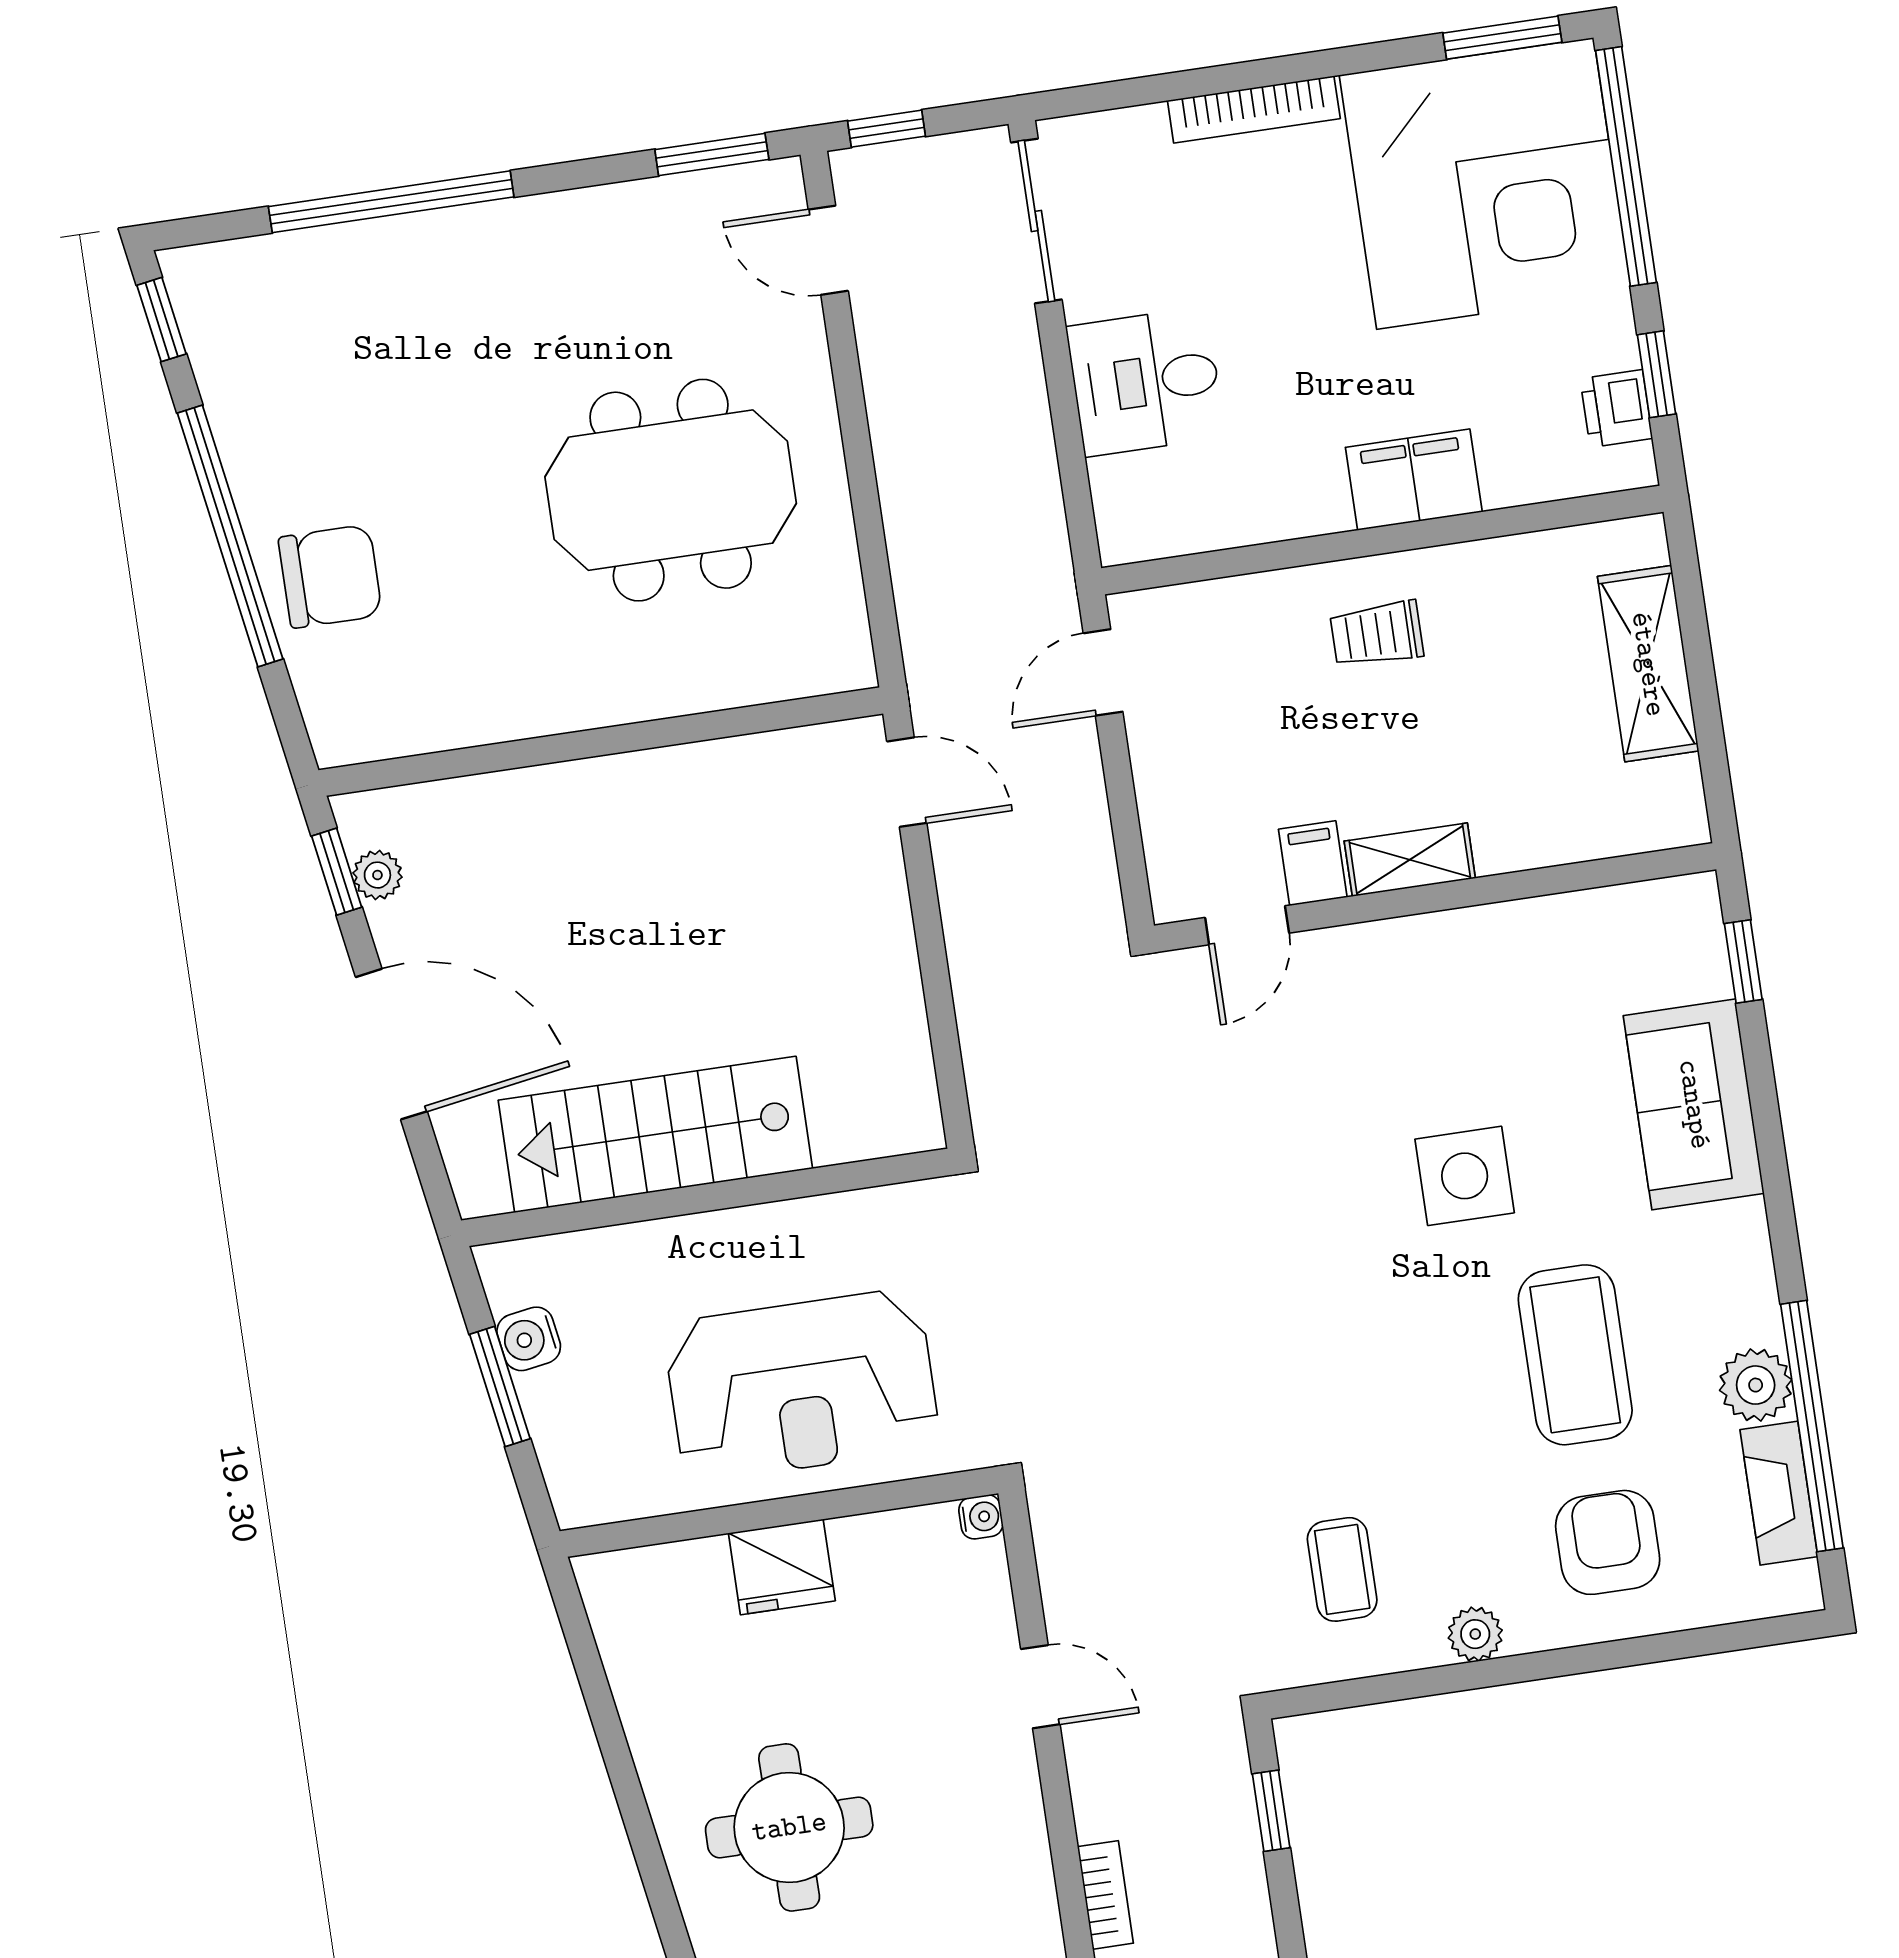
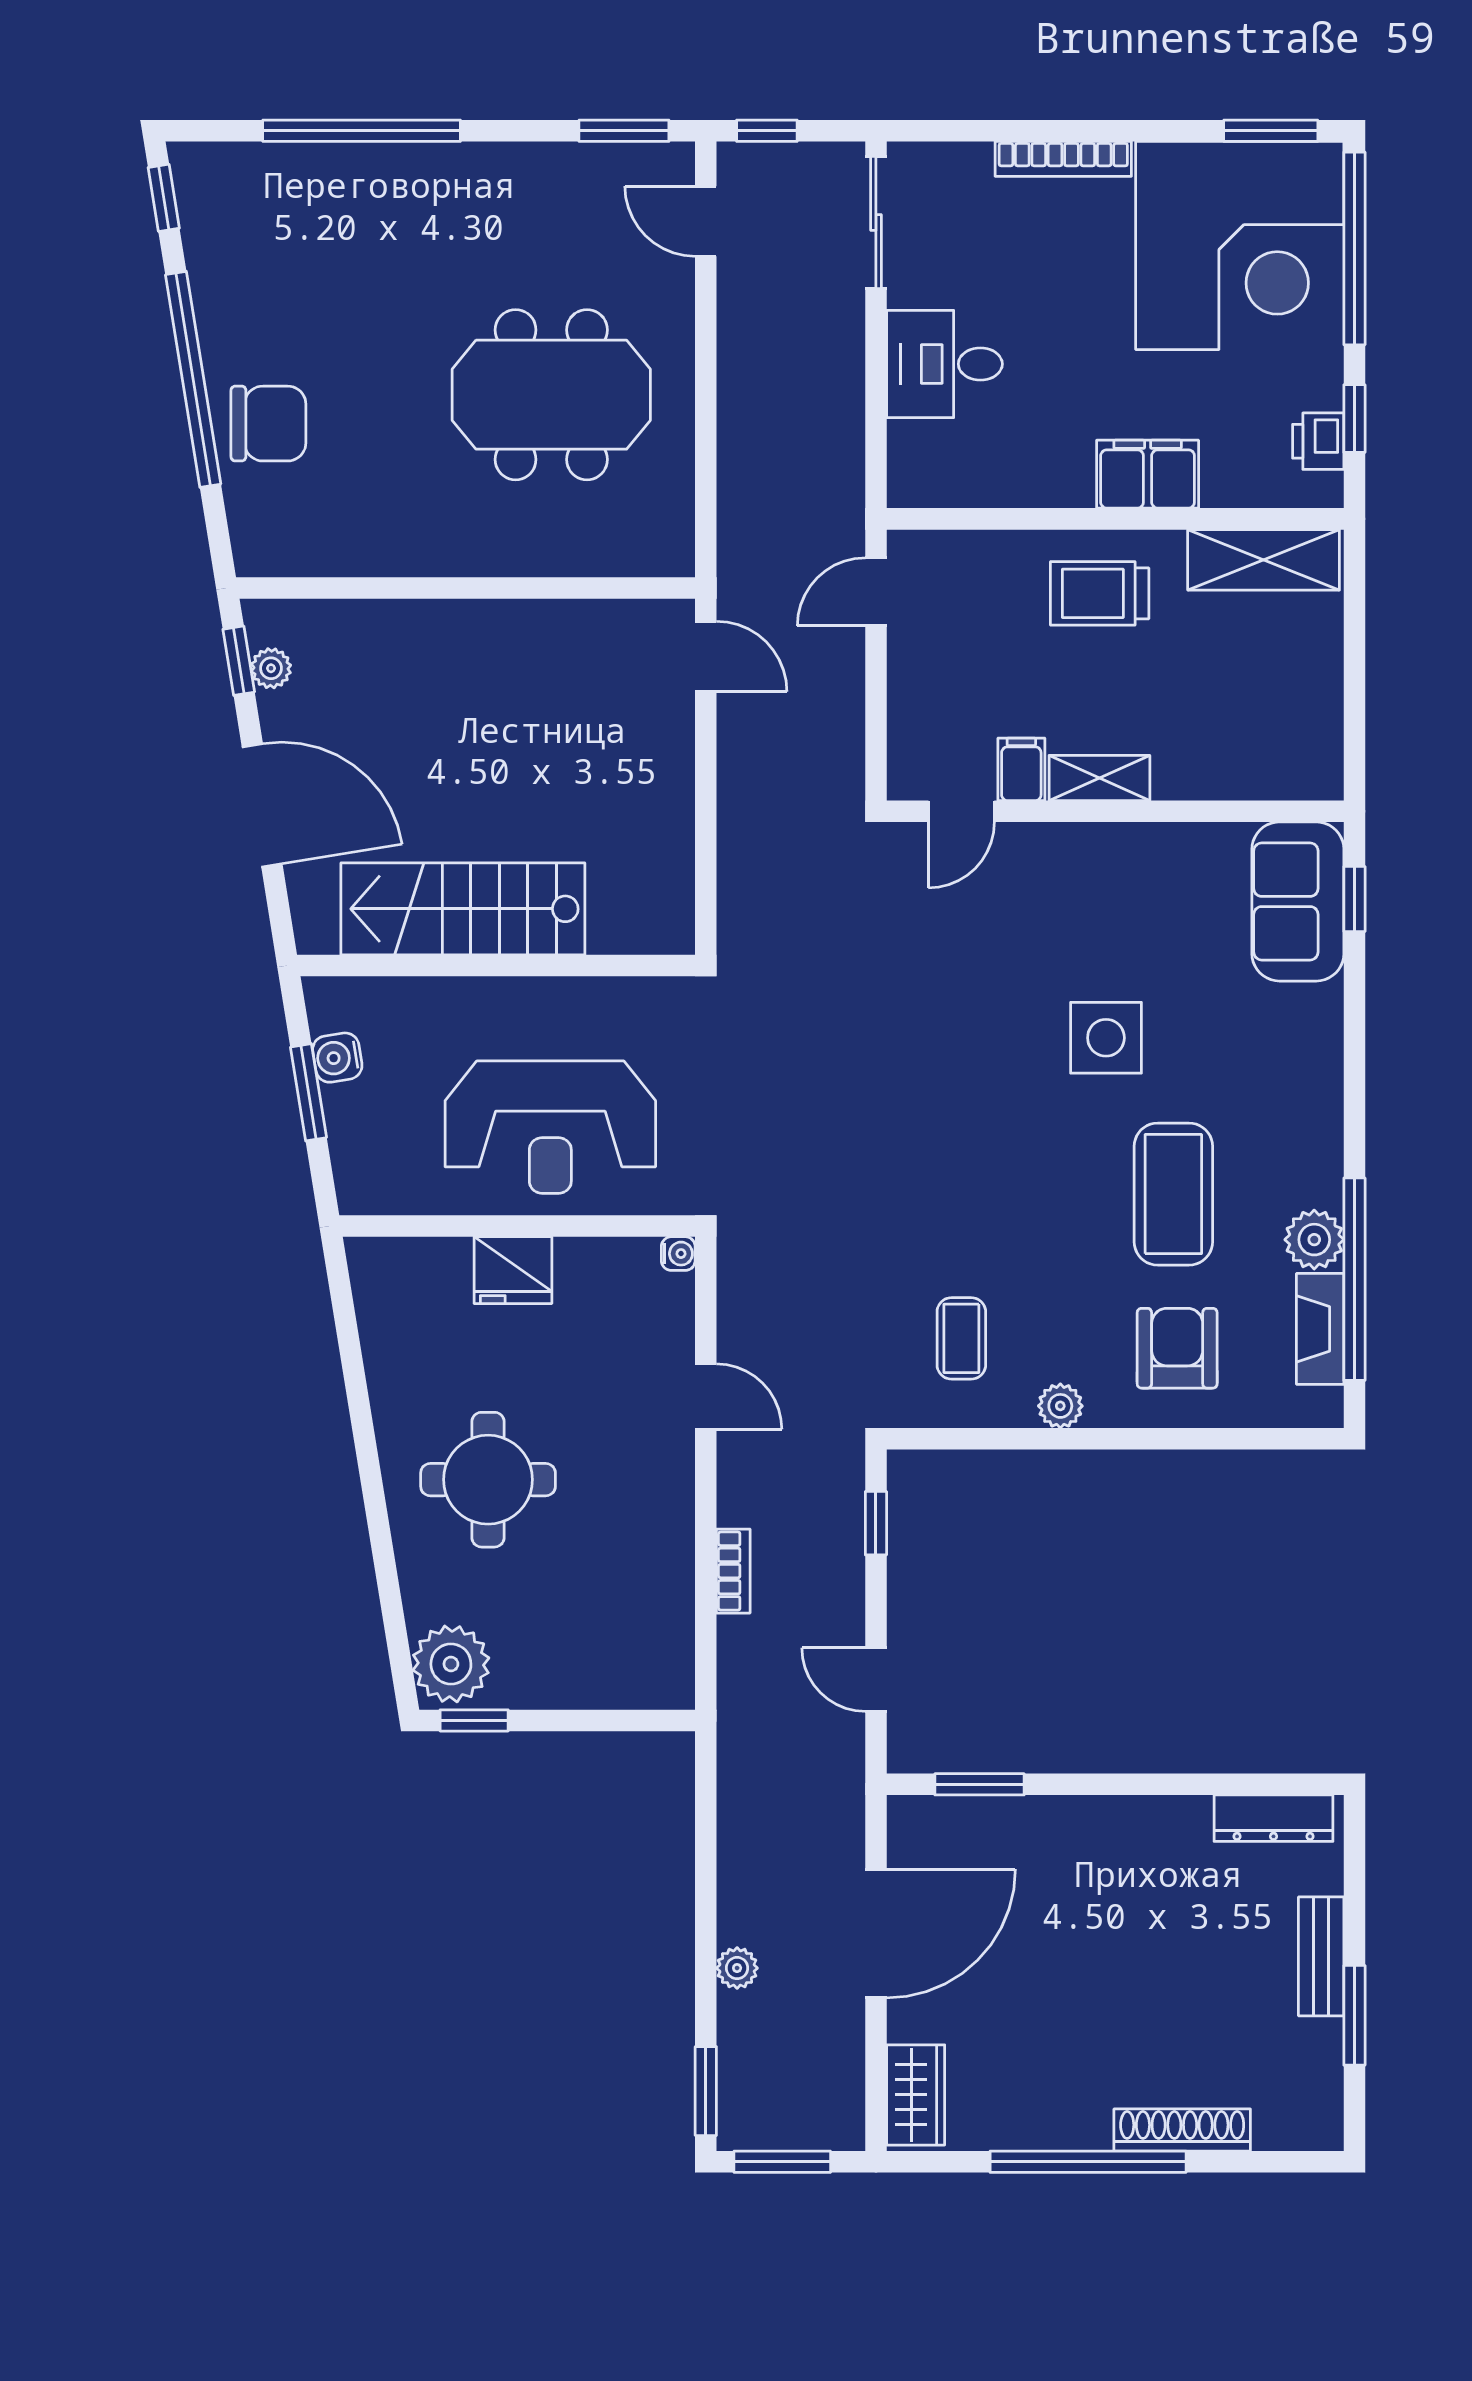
trolley: (1377, 634) -> (1100, 593), width x1.36, depth x1.39
shelving: (1648, 664) -> (1264, 560), moved, turned 90
sofa: (1694, 1104) -> (1298, 901), moved

